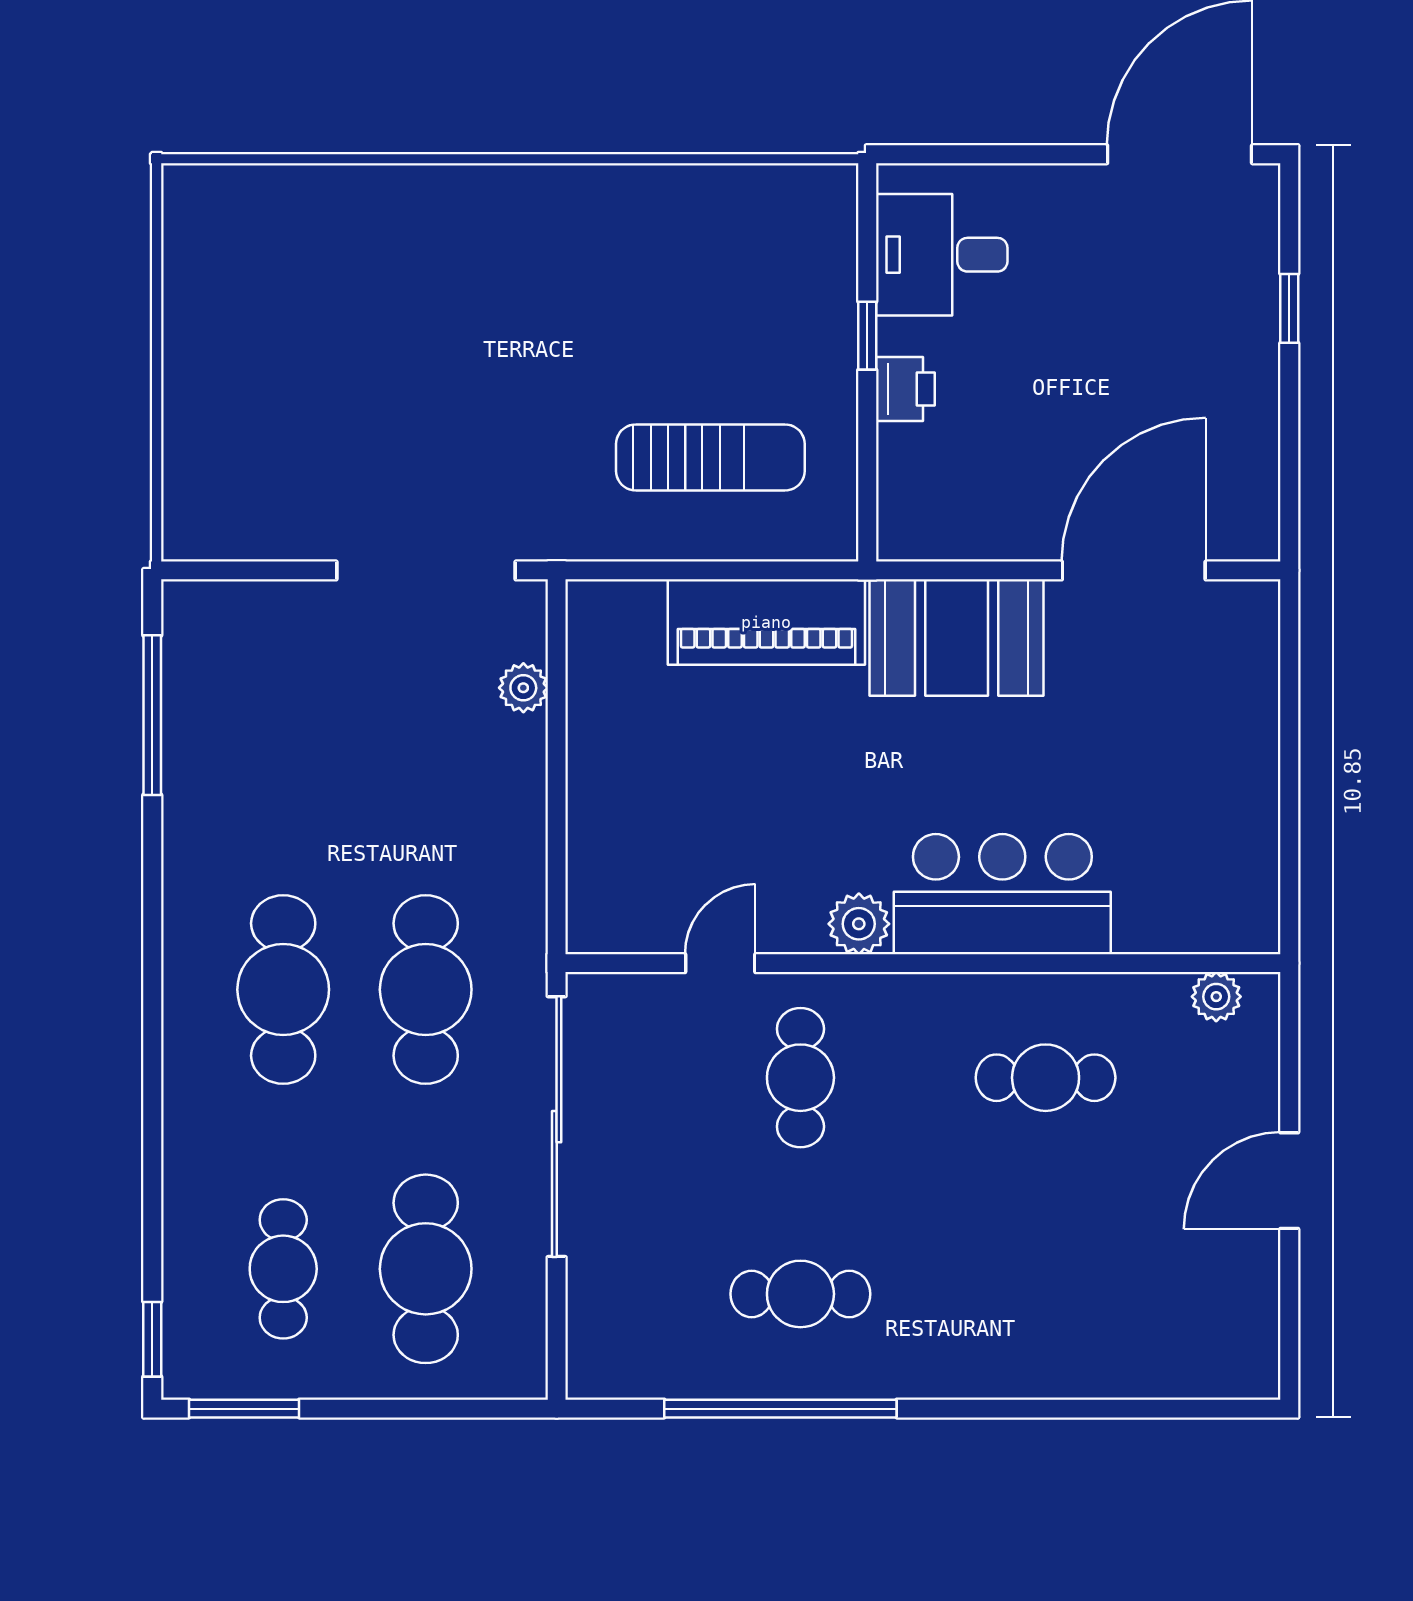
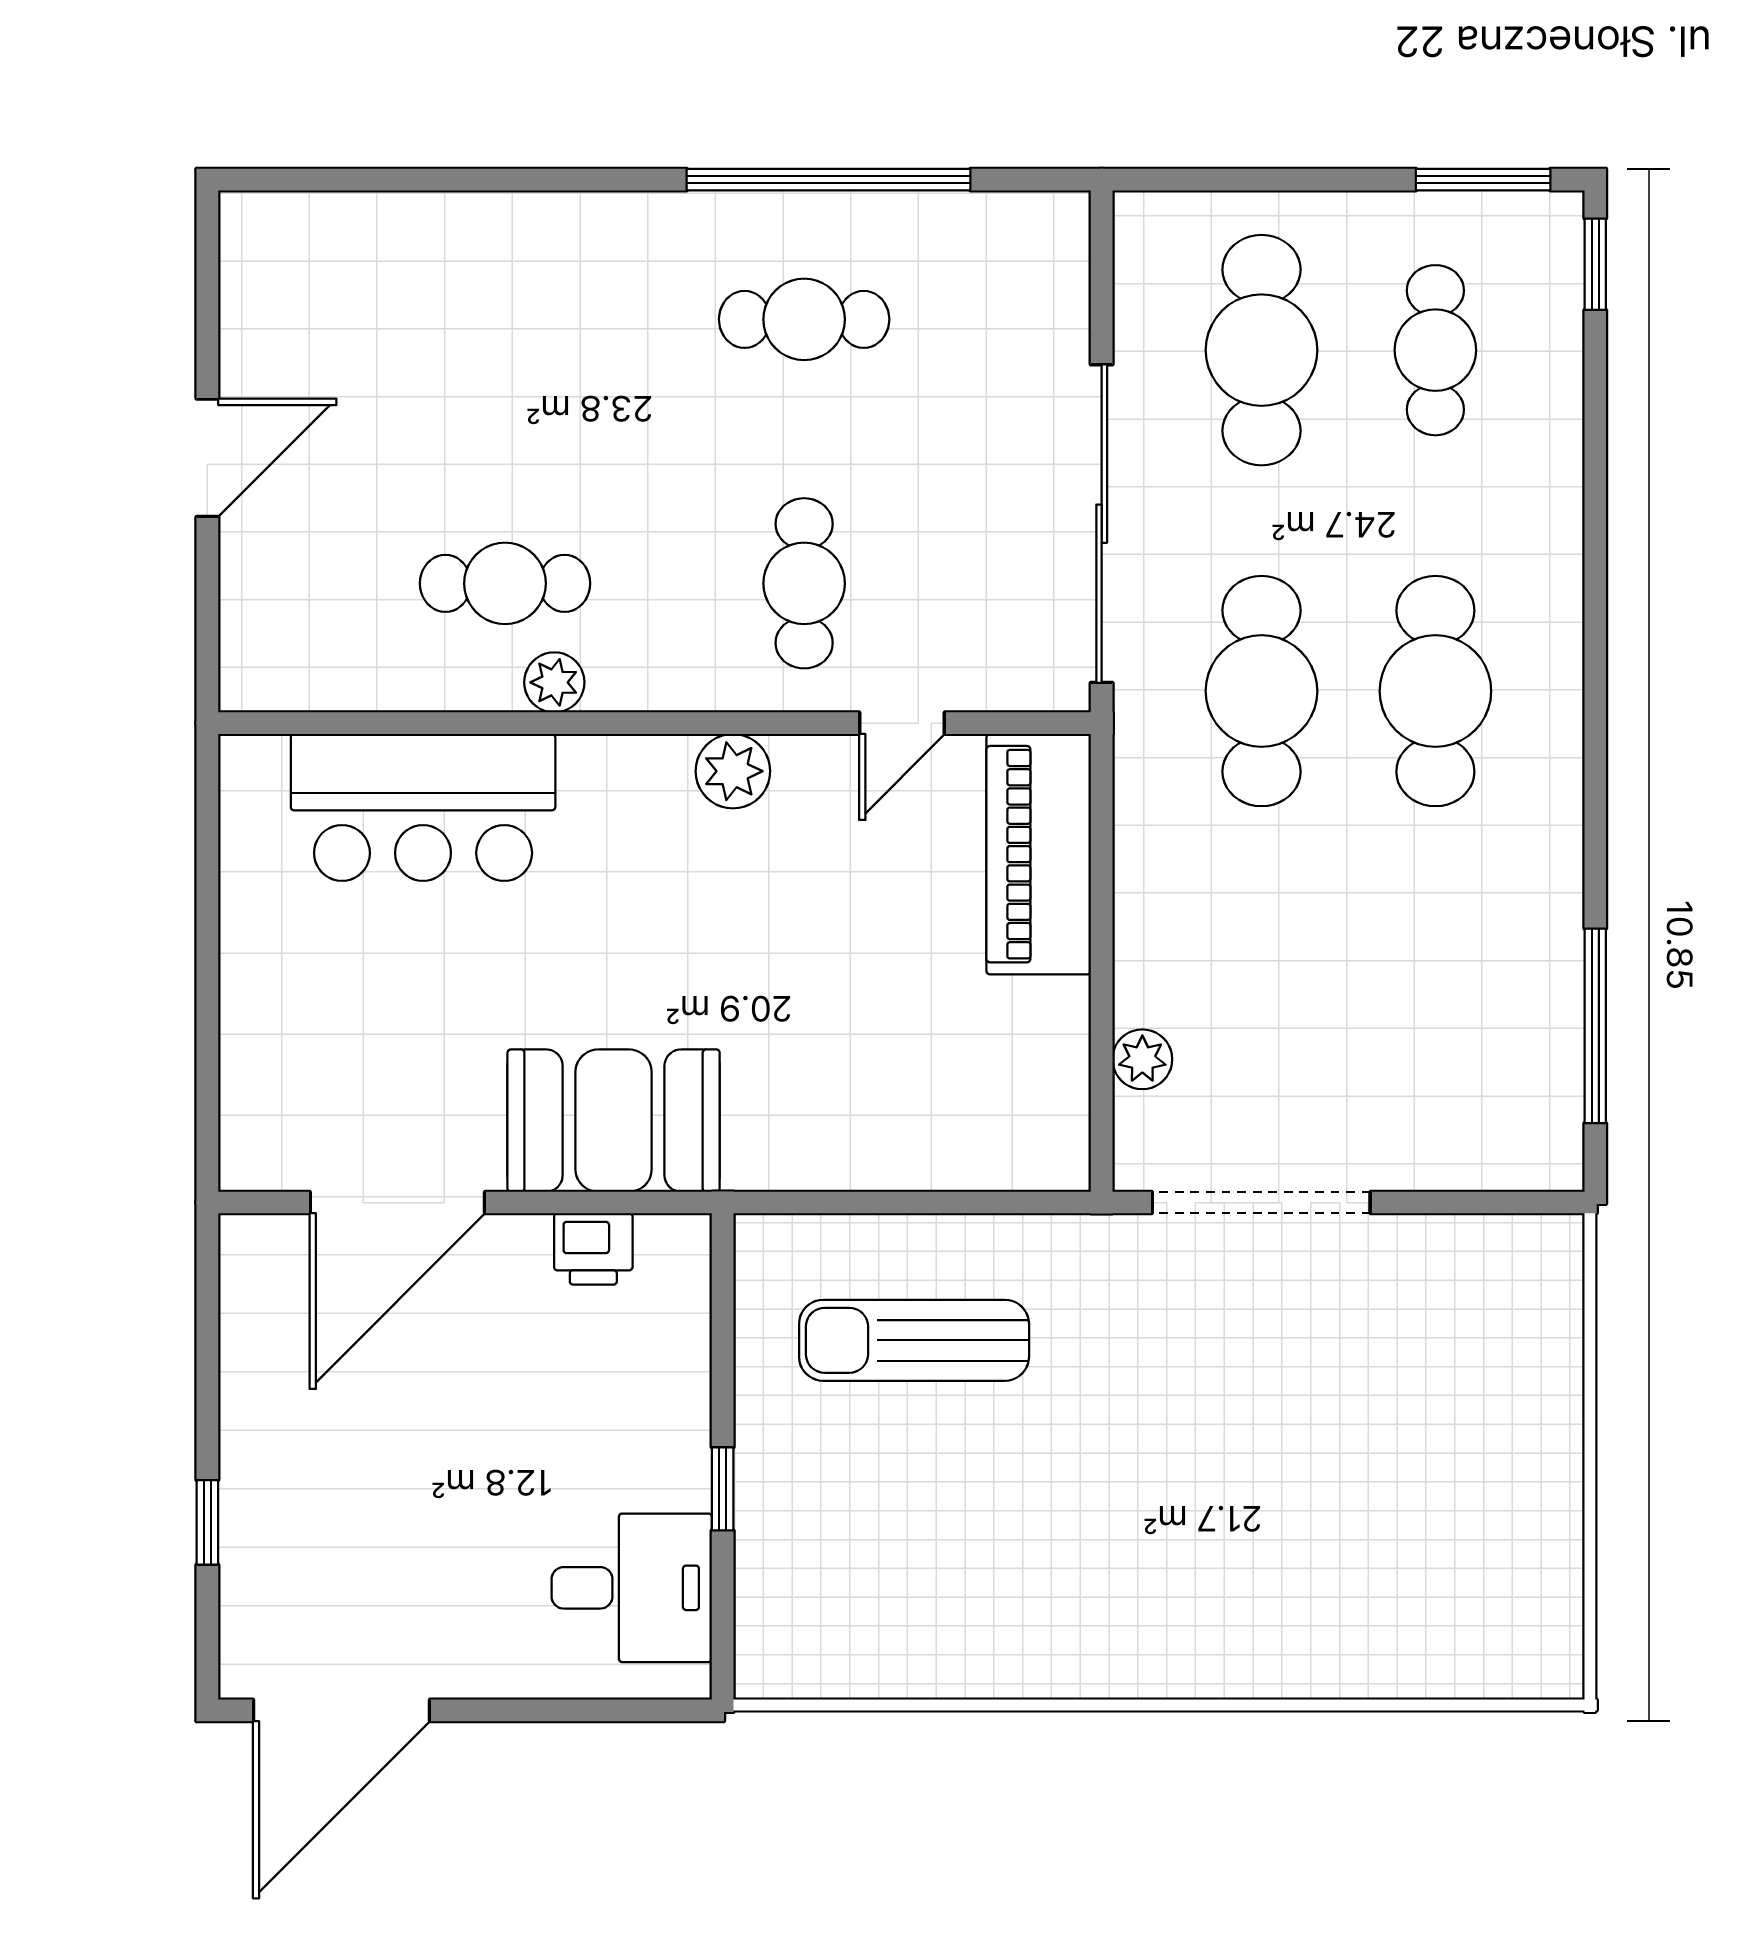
printer: (905, 389) -> (593, 1249), moved, turned -90
piano: (766, 622) -> (1039, 854), moved, turned -90
bar counter: (1002, 894) -> (423, 807), moved
plant: (1216, 997) -> (554, 682), moved

